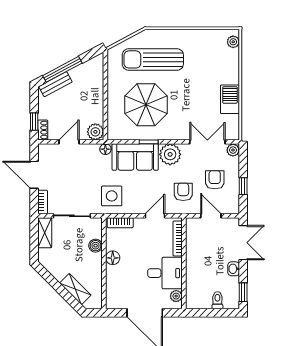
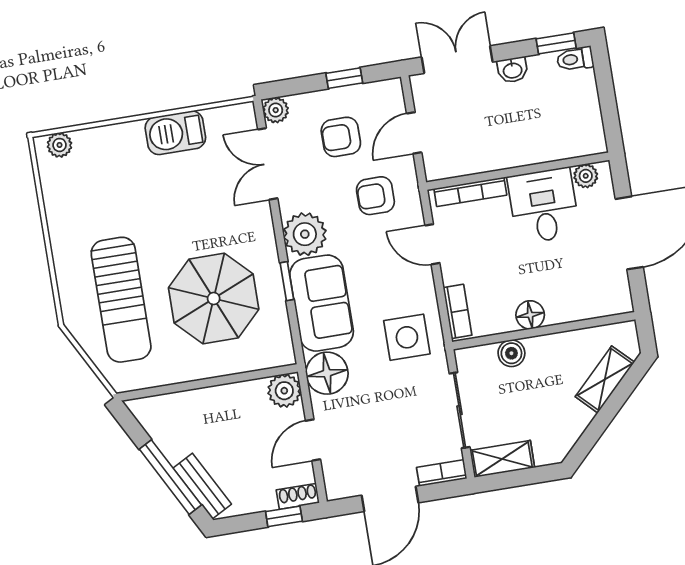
door: (69, 142) -> (313, 440), hinge flipped
floor lamp: (105, 149) -> (327, 373), width x1.89, depth x1.89
toilet: (217, 300) -> (575, 59), moved

